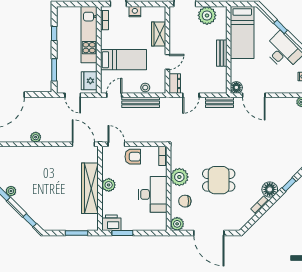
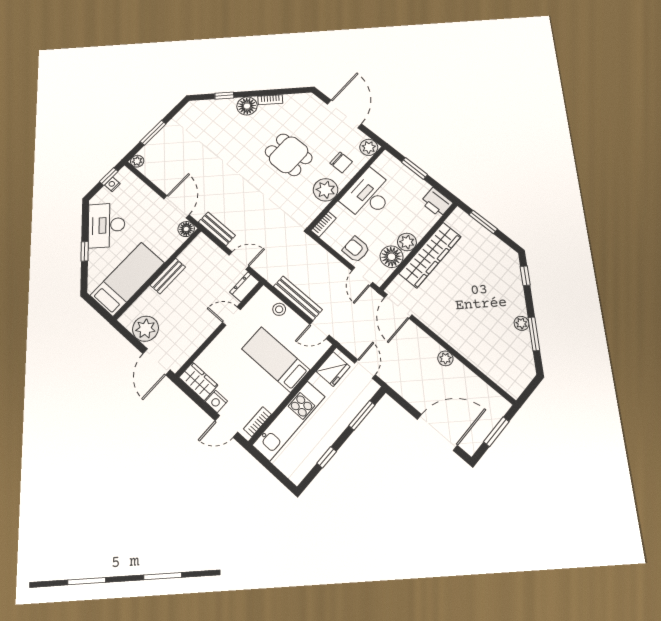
wardrobe: (159, 34) -> (198, 381), moved, turned -90
floor lamp: (110, 169) -> (392, 257), added
window: (122, 233) -> (414, 168), moved

